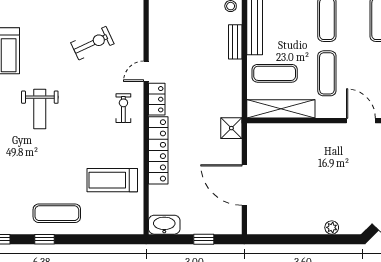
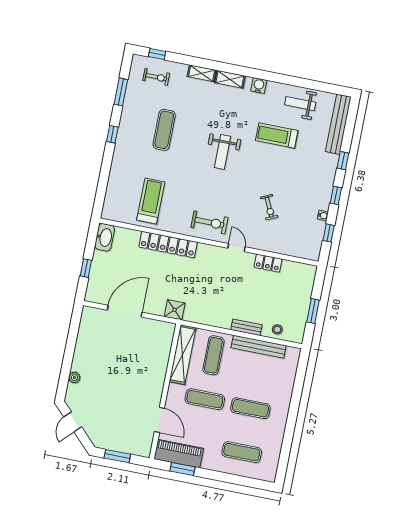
exercise bike: (92, 43) -> (269, 207), width x0.73, depth x0.72
locker: (157, 99) -> (268, 263), moved
exercise bike: (123, 108) -> (209, 222), width x1.38, depth x1.39
weight bench: (40, 109) -> (223, 152), turned -90
door: (361, 121) -> (159, 420), hinge flipped
exercise mat: (57, 213) -> (164, 130), moved

